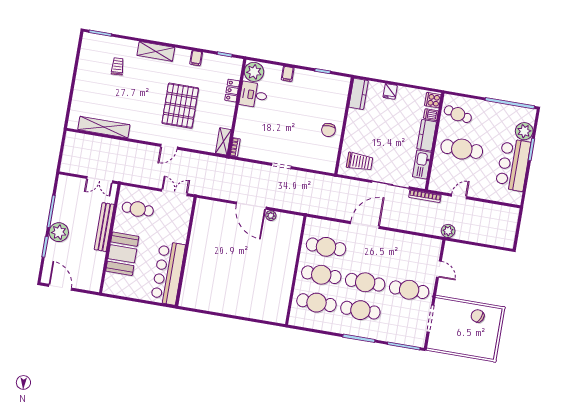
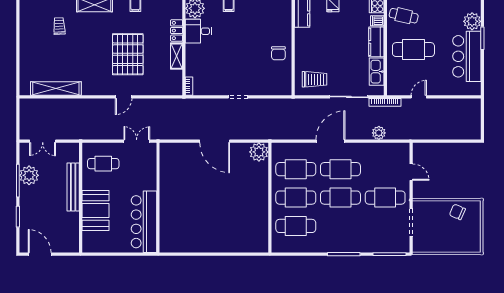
shelving: (223, 141) -> (176, 56), moved
double door: (100, 180) -> (43, 141), moved
plant: (271, 216) -> (259, 152), moved, width x1.87, depth x1.87
plant: (448, 231) -> (379, 133), moved
plant: (59, 232) -> (29, 175), moved
cafe table: (360, 310) -> (340, 169), moved

